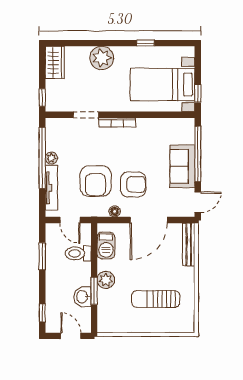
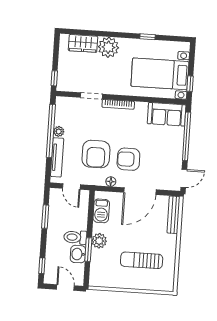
wardrobe: (55, 62) -> (83, 43), moved, turned 90
sofa: (182, 166) -> (167, 114), moved, turned -90
armchair: (133, 184) -> (128, 159), turned 180
toilet: (78, 253) -> (75, 237), moved

